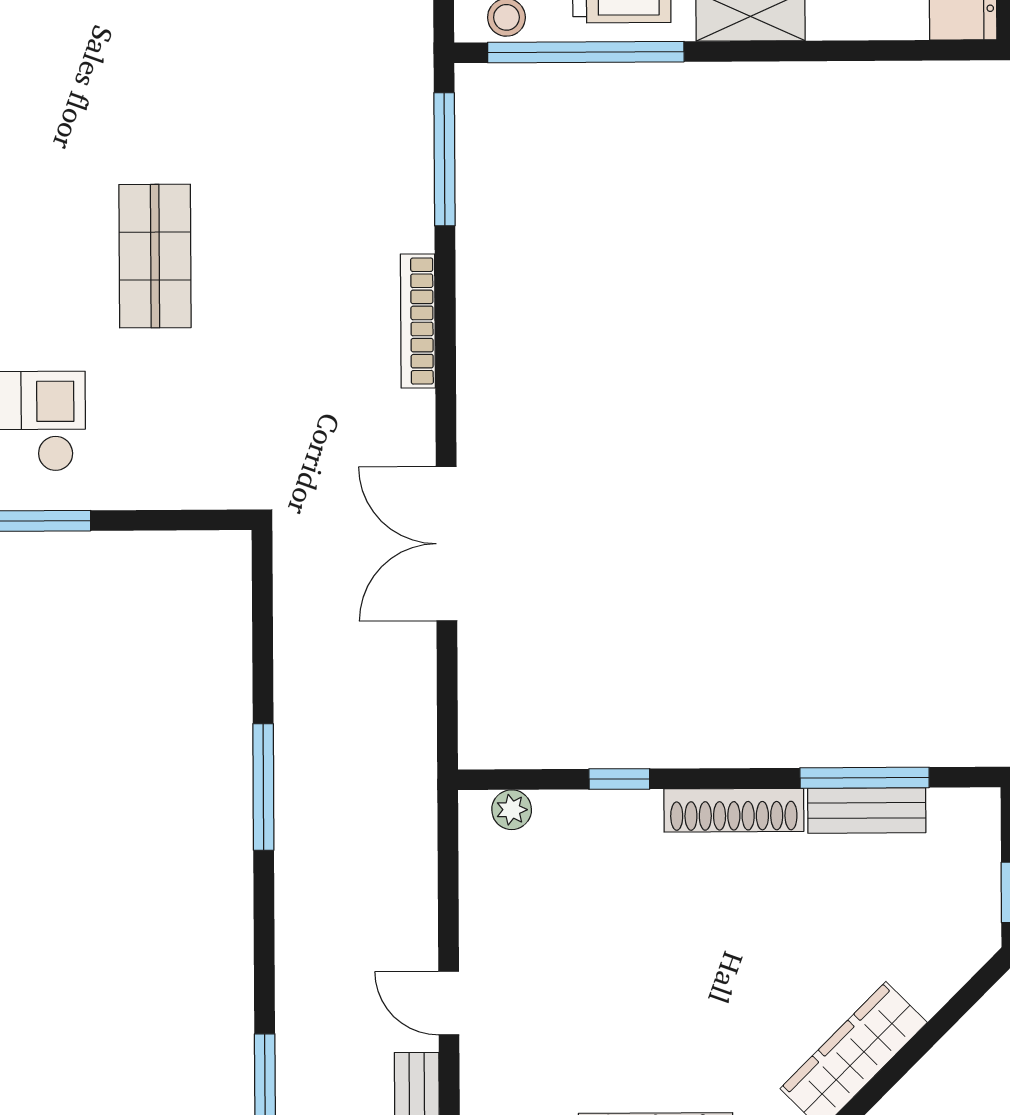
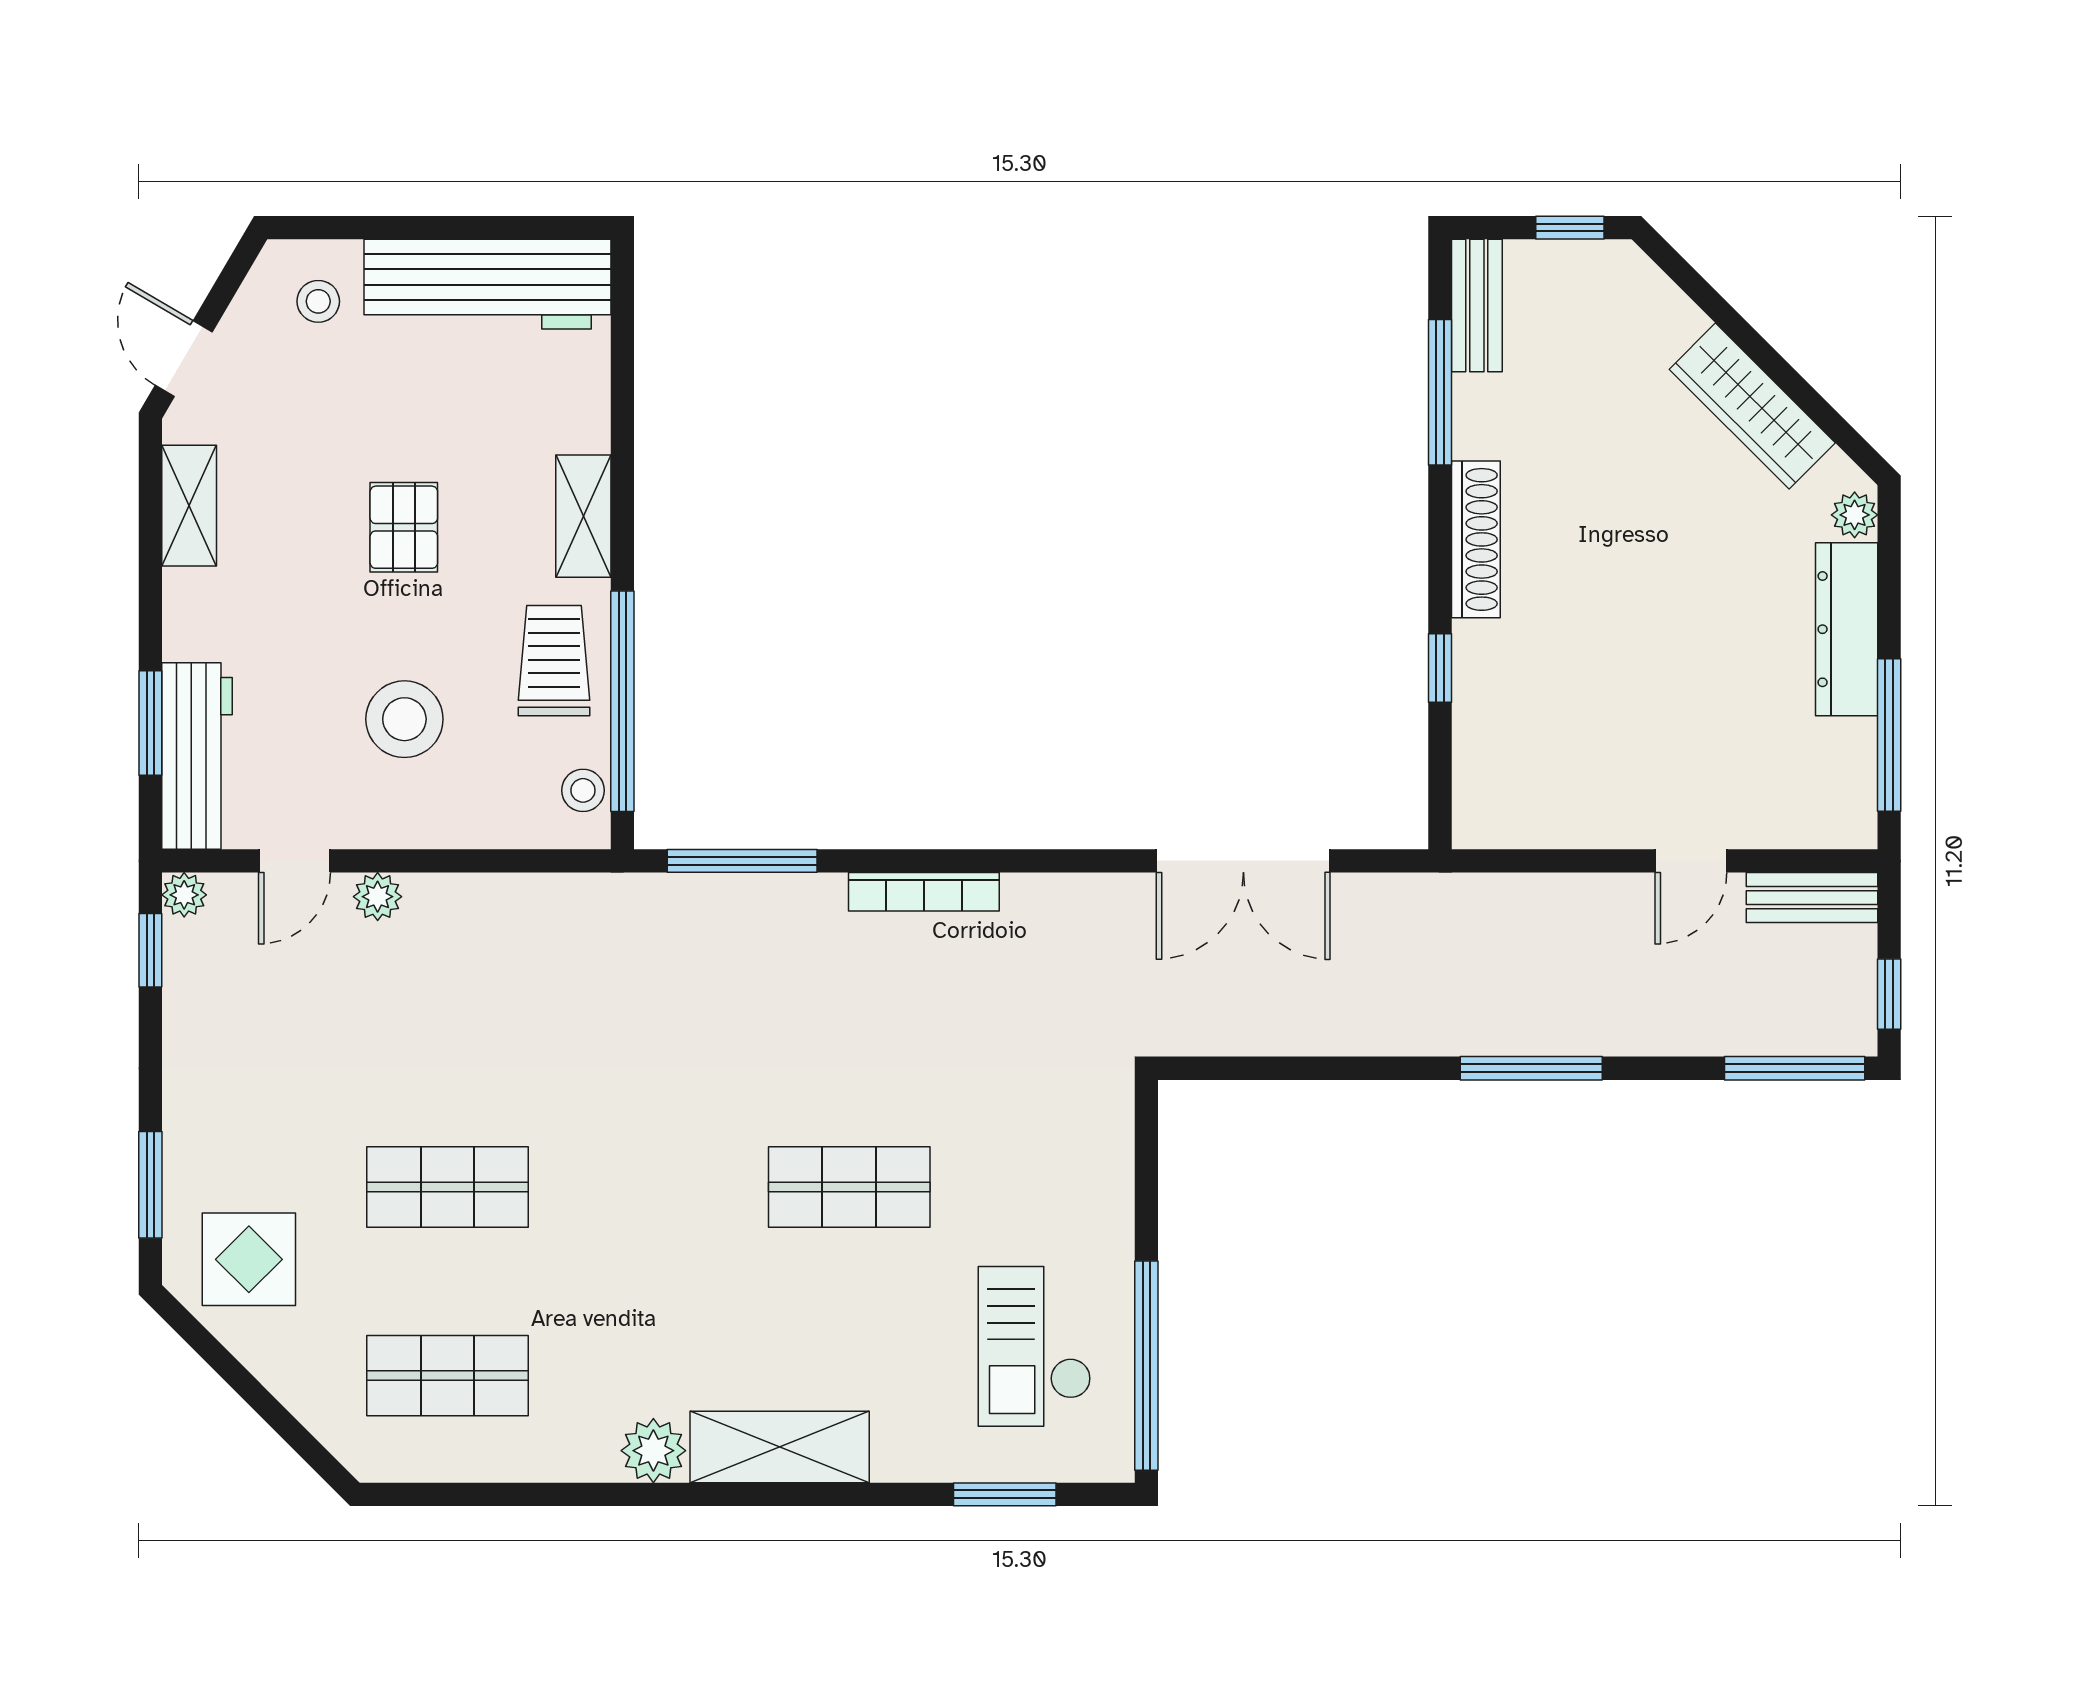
double door: (446, 544) -> (1243, 861), moved
window: (263, 787) -> (1531, 1068), moved
plant: (512, 810) -> (1474, 789), removed
bench: (867, 810) -> (1477, 305), moved

